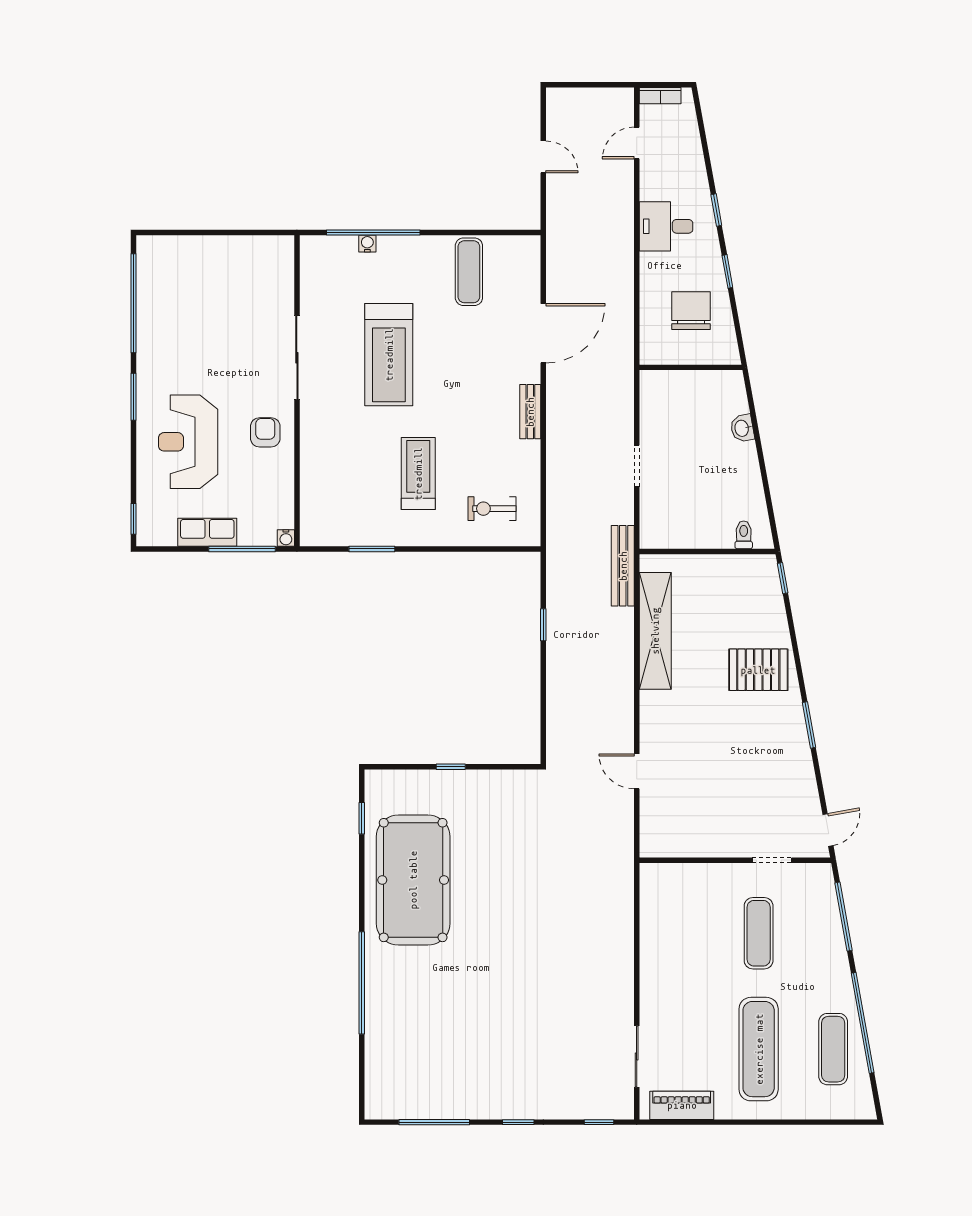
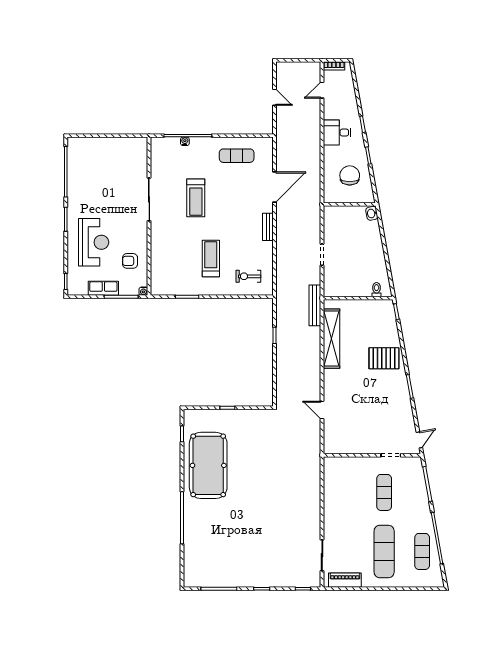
exercise mat: (469, 272) -> (237, 156), turned 90
treadmill: (389, 355) -> (196, 198), width x0.73, depth x0.73
washbasin: (742, 428) -> (372, 213), moved
armchair: (265, 432) -> (130, 261), moved, turned -90
reception desk: (188, 442) -> (94, 242), turned 180

